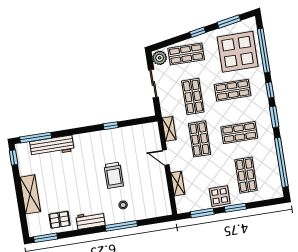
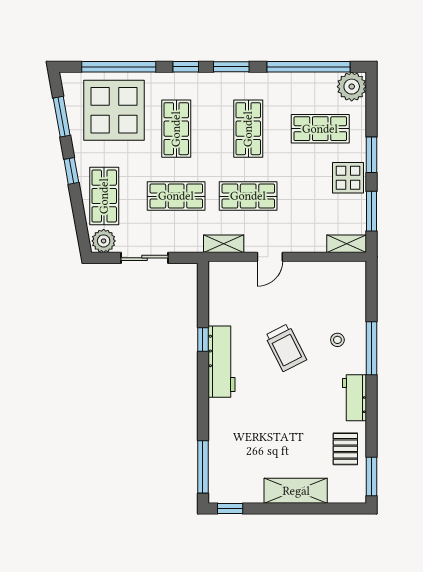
workbench: (52, 146) -> (222, 362), moved
trolley: (114, 175) -> (286, 348), turned 63
shelving: (178, 184) -> (347, 244), moved
plant: (274, 190) -> (352, 87), added

